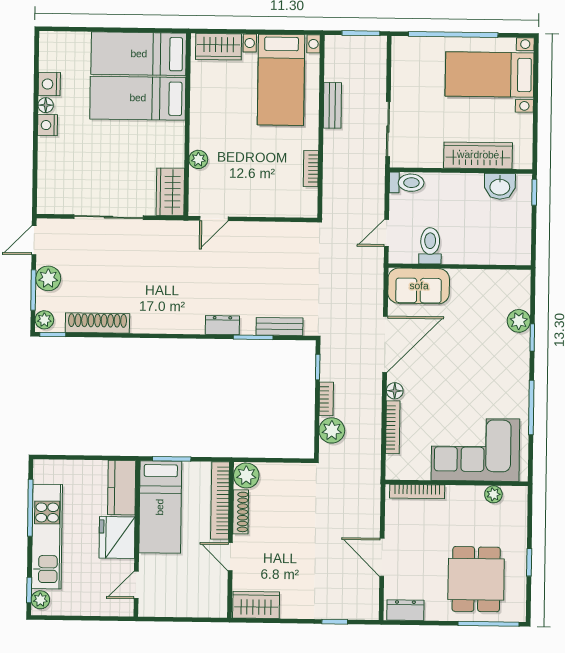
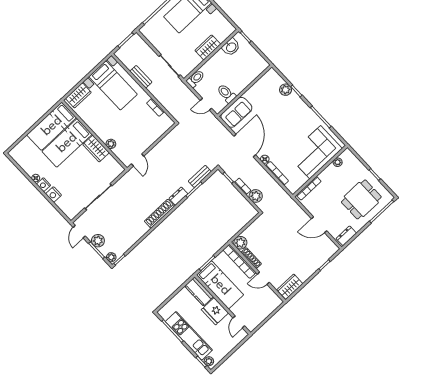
nightstand: (49, 84) -> (54, 195), moved
wardrobe: (478, 155) -> (208, 47), width x0.67
wardrobe: (170, 192) -> (96, 149), moved
door: (386, 233) -> (206, 104), hinge flipped
shoe rack: (97, 323) -> (159, 214), moved
dining table: (476, 579) -> (361, 199), turned 90

